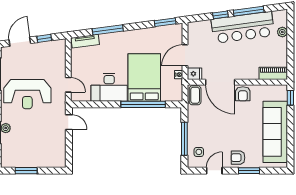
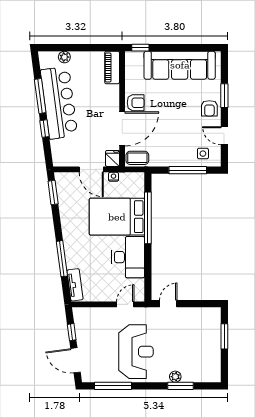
window: (26, 171) -> (224, 336), moved

